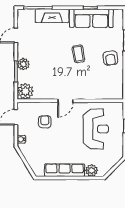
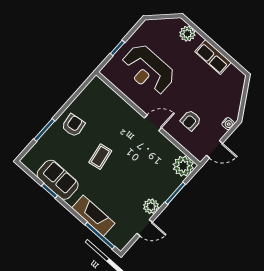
sofa: (91, 18) -> (58, 180), width x0.73
plant: (23, 64) -> (151, 206), moved
reception desk: (96, 129) -> (148, 70), turned -90
row of seats: (65, 170) -> (213, 57), width x0.68

